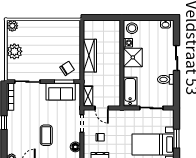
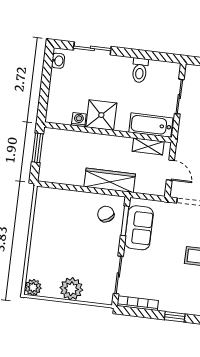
window: (106, 18) -> (38, 148), added
stool: (132, 28) -> (58, 111), removed
wardrobe: (90, 56) -> (110, 180), moved
sliding door: (177, 58) -> (92, 48), moved
shelving: (88, 96) -> (148, 146), moved
door: (102, 108) -> (170, 170), hinge flipped

